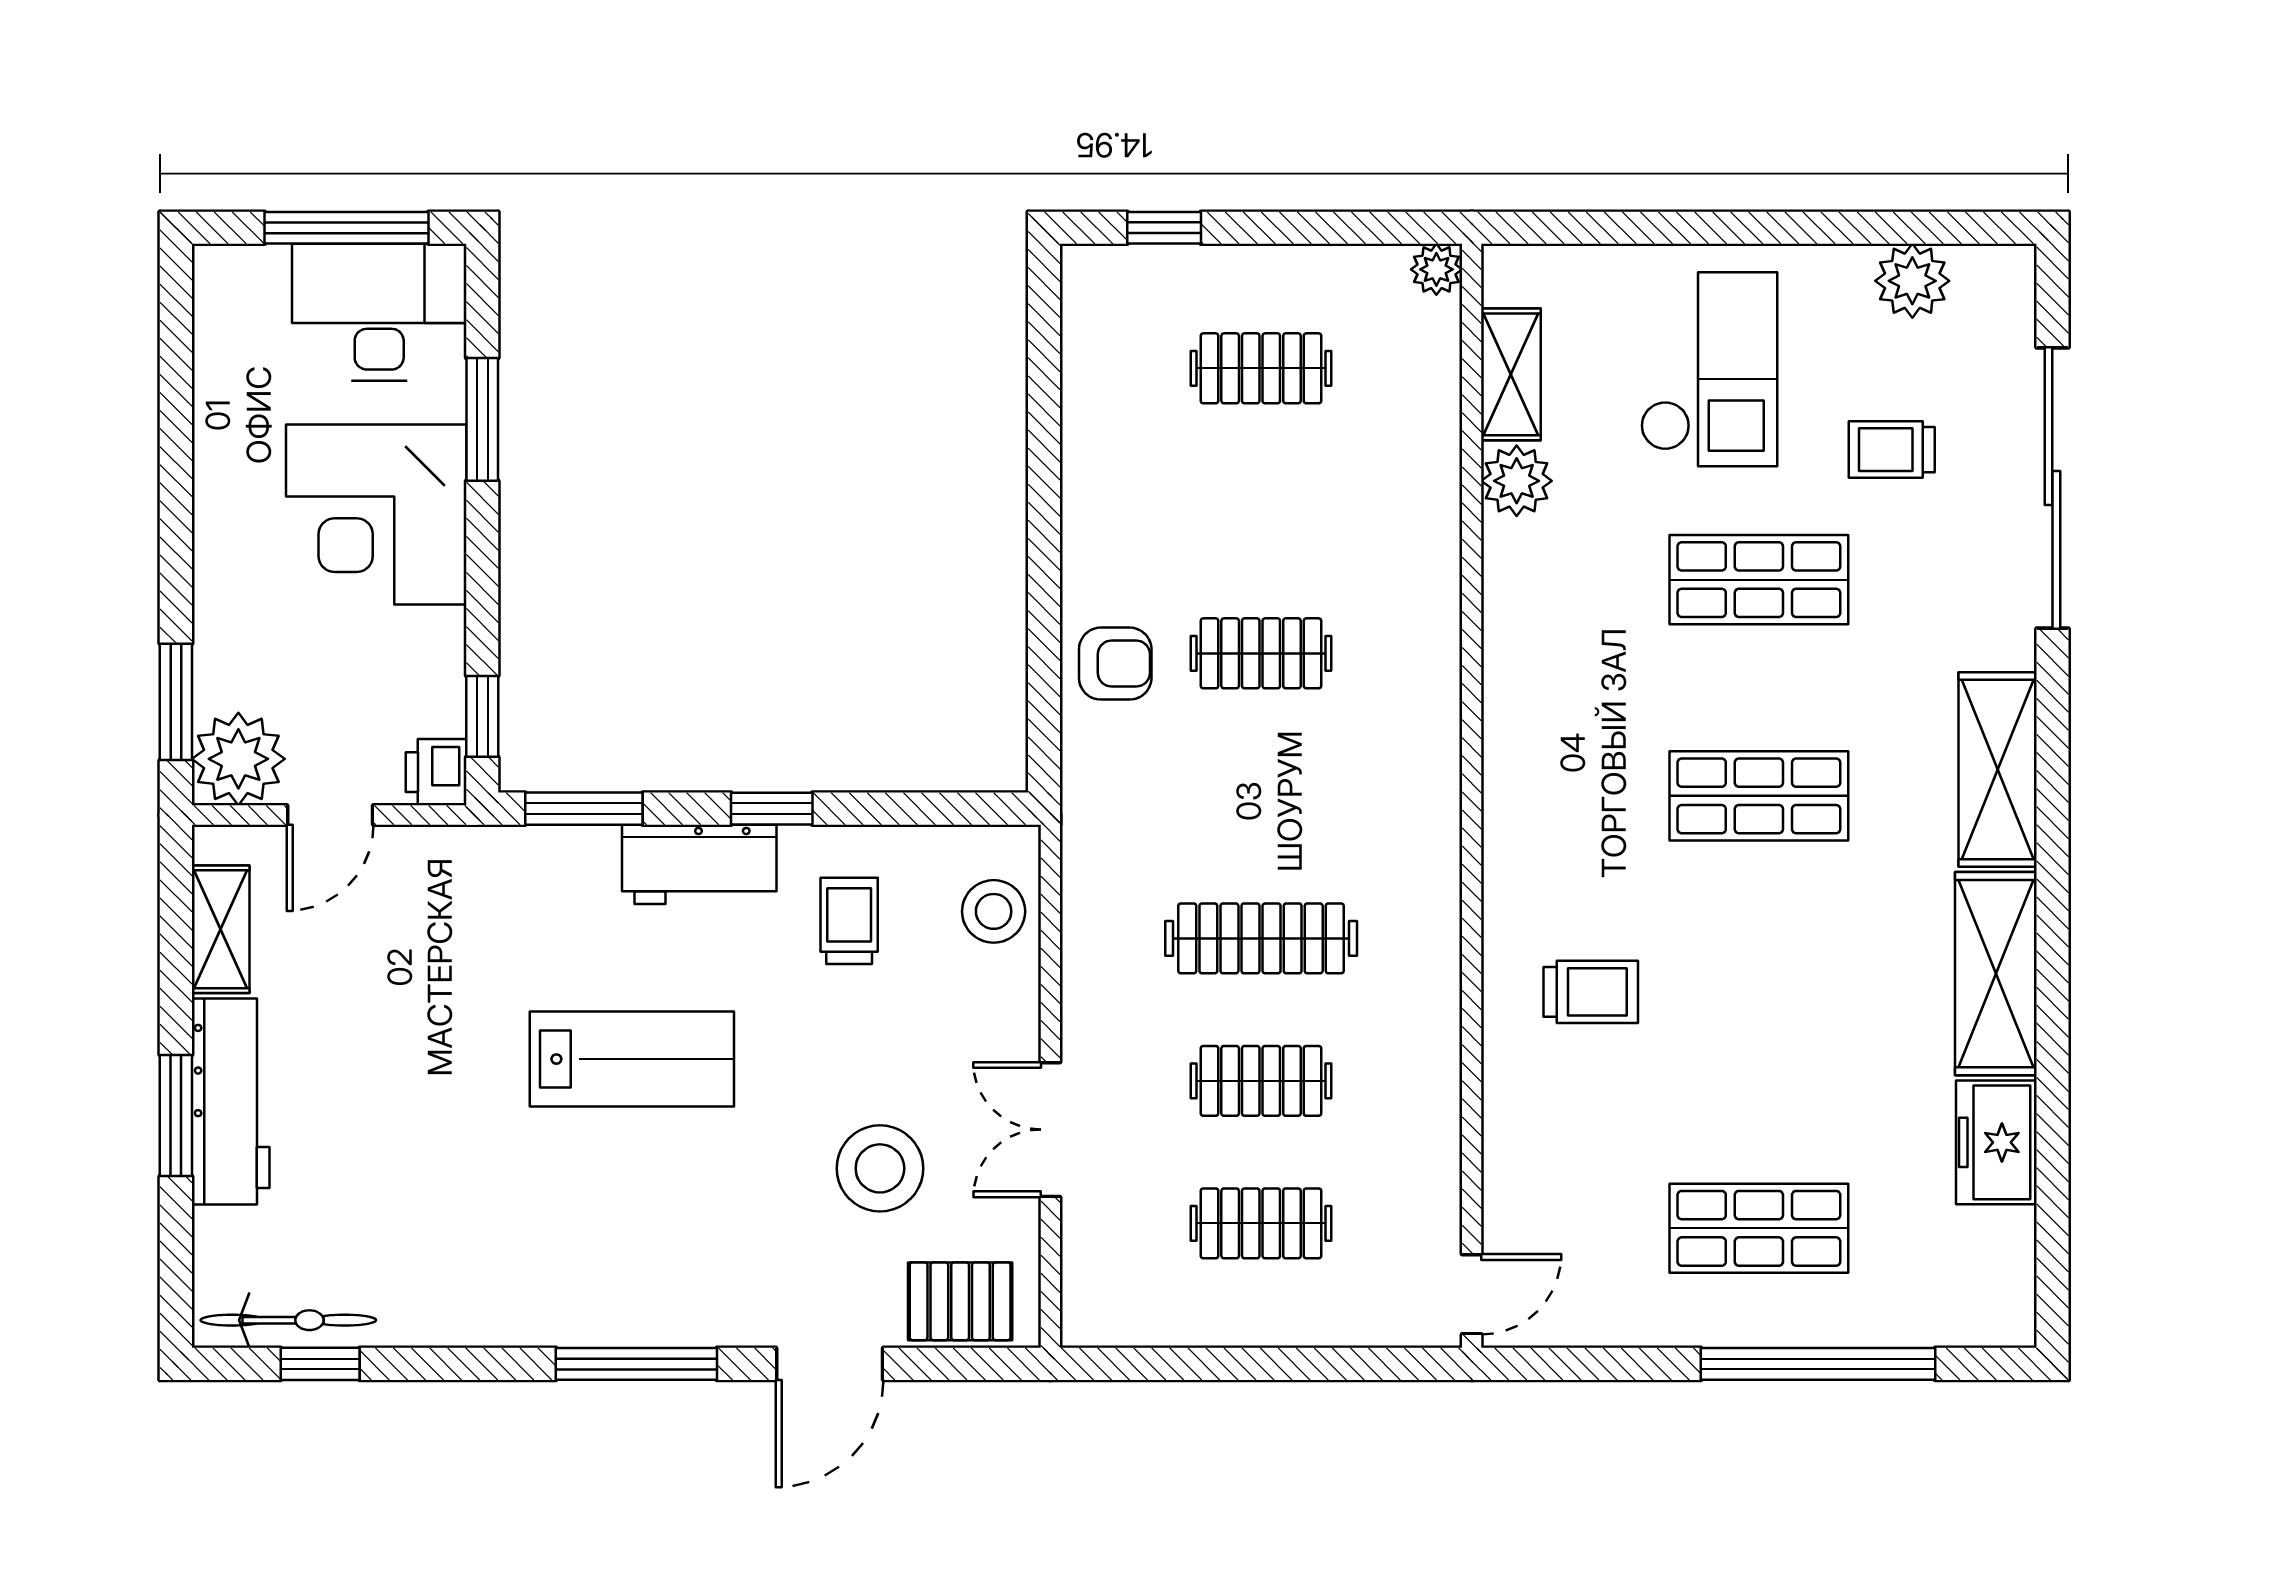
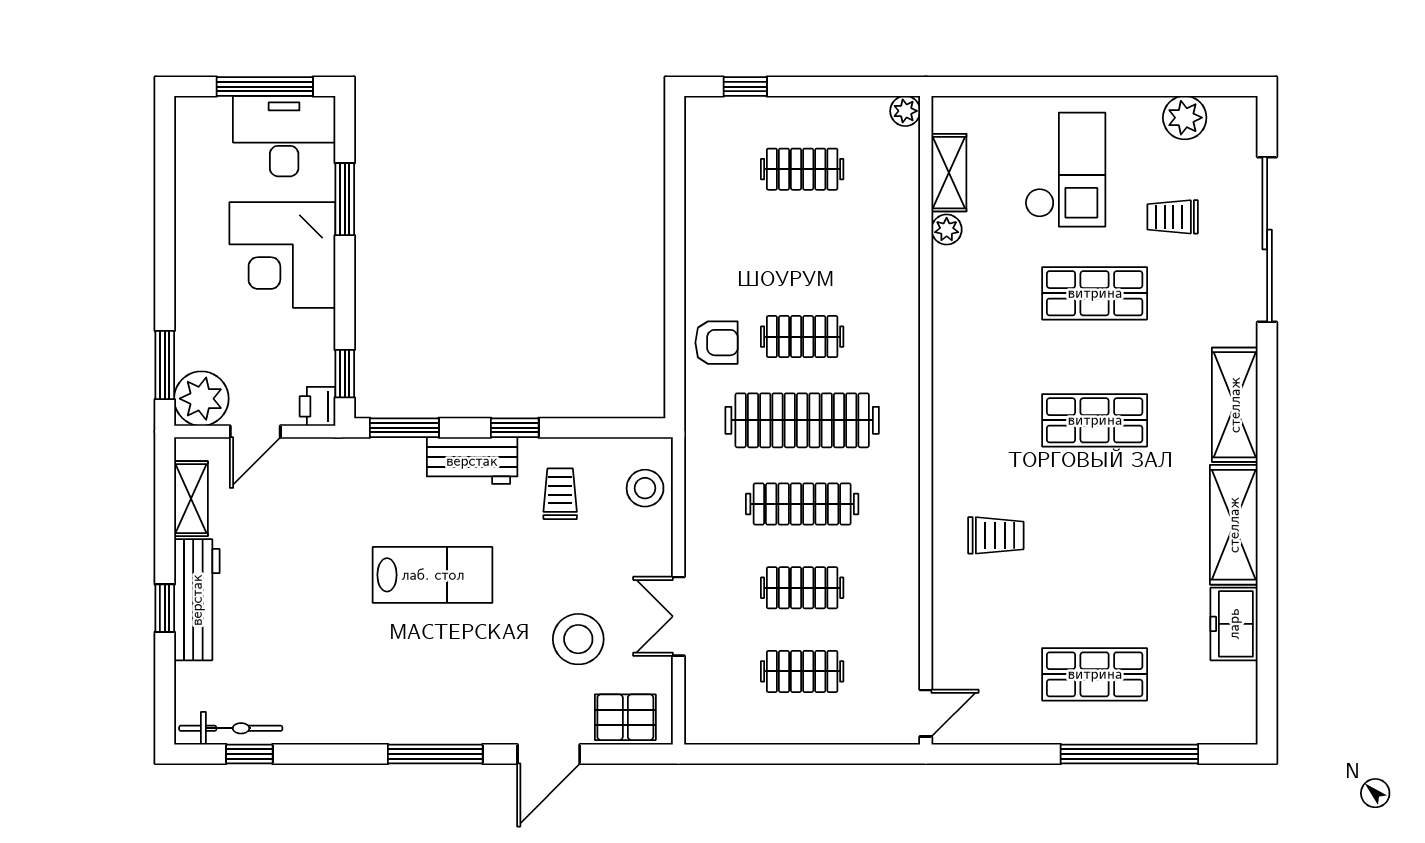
plant: (1517, 481) -> (947, 230), width x0.73, depth x0.73
clothes rail: (1261, 796) -> (802, 420), added
window: (176, 1116) -> (165, 608), width x0.67

